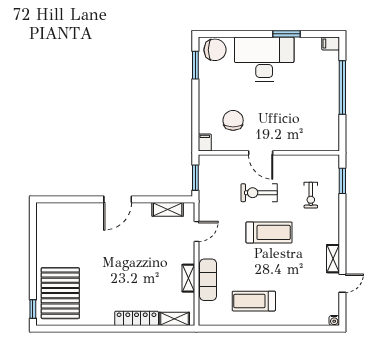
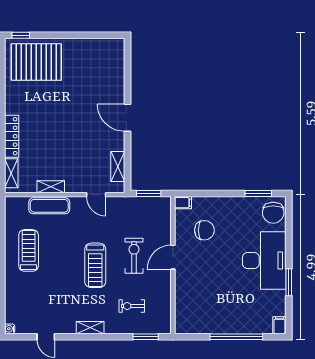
shelving: (333, 259) -> (90, 328), moved

